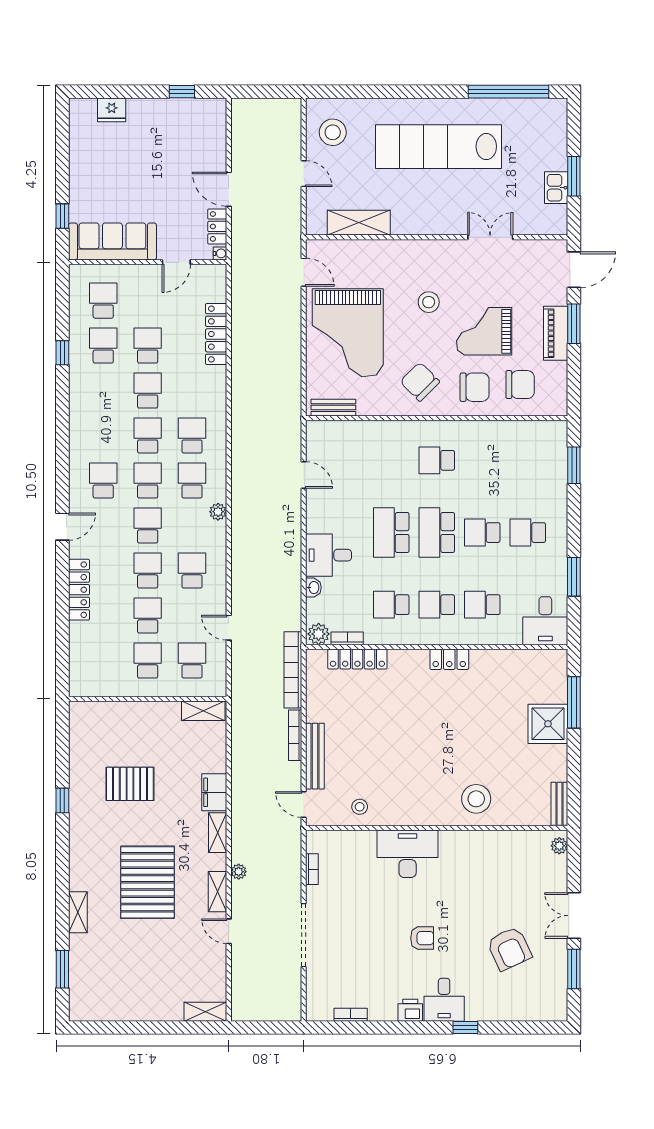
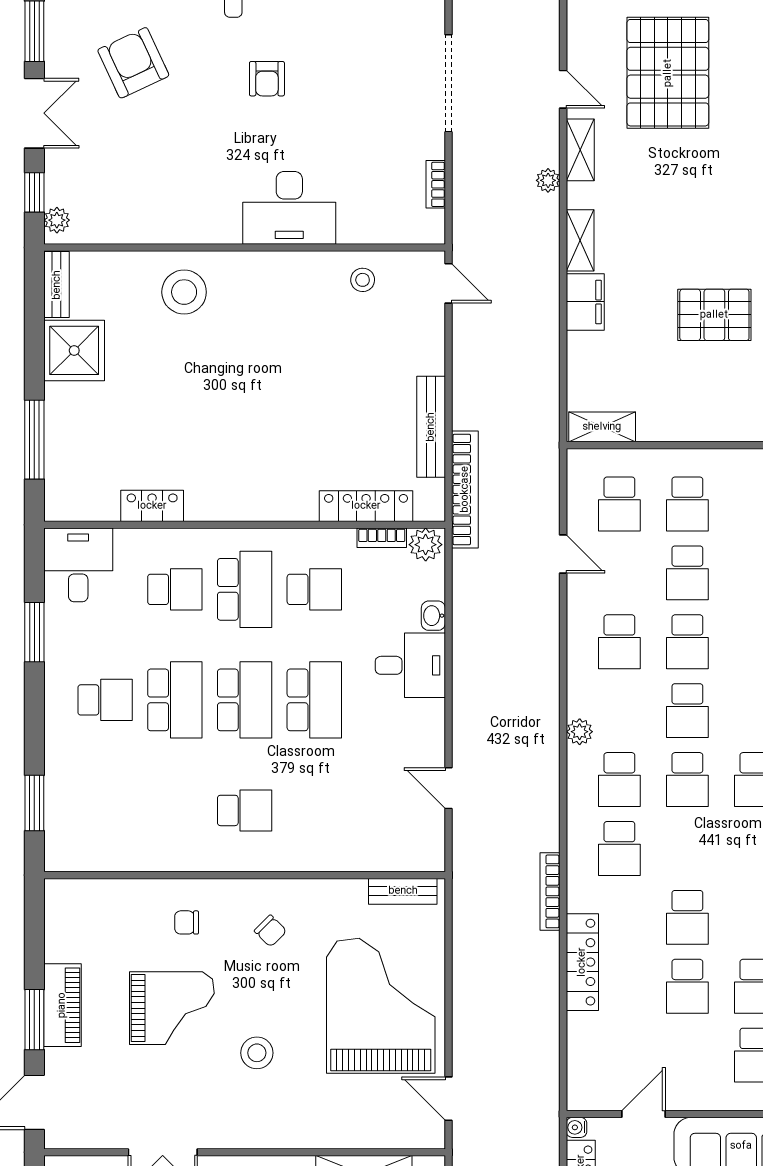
locker: (216, 334) -> (582, 962), moved
chair: (420, 382) -> (270, 931), width x0.54, depth x0.54
chair: (520, 385) -> (117, 927), removed
chair: (475, 387) -> (187, 922), width x0.54, depth x0.54
school desk: (148, 436) -> (687, 848), removed
school desk: (482, 533) -> (175, 700), width x1.85
school desk: (437, 605) -> (245, 589), width x1.85
locker: (449, 659) -> (152, 506), moved
shower: (548, 724) -> (74, 350), moved
bookcase: (295, 735) -> (550, 891), moved, turned 180
bench: (315, 756) -> (431, 427), moved
window: (574, 864) -> (34, 192), added
pallet: (147, 882) -> (668, 73), moved
armchair: (422, 938) -> (267, 79), turned -90

